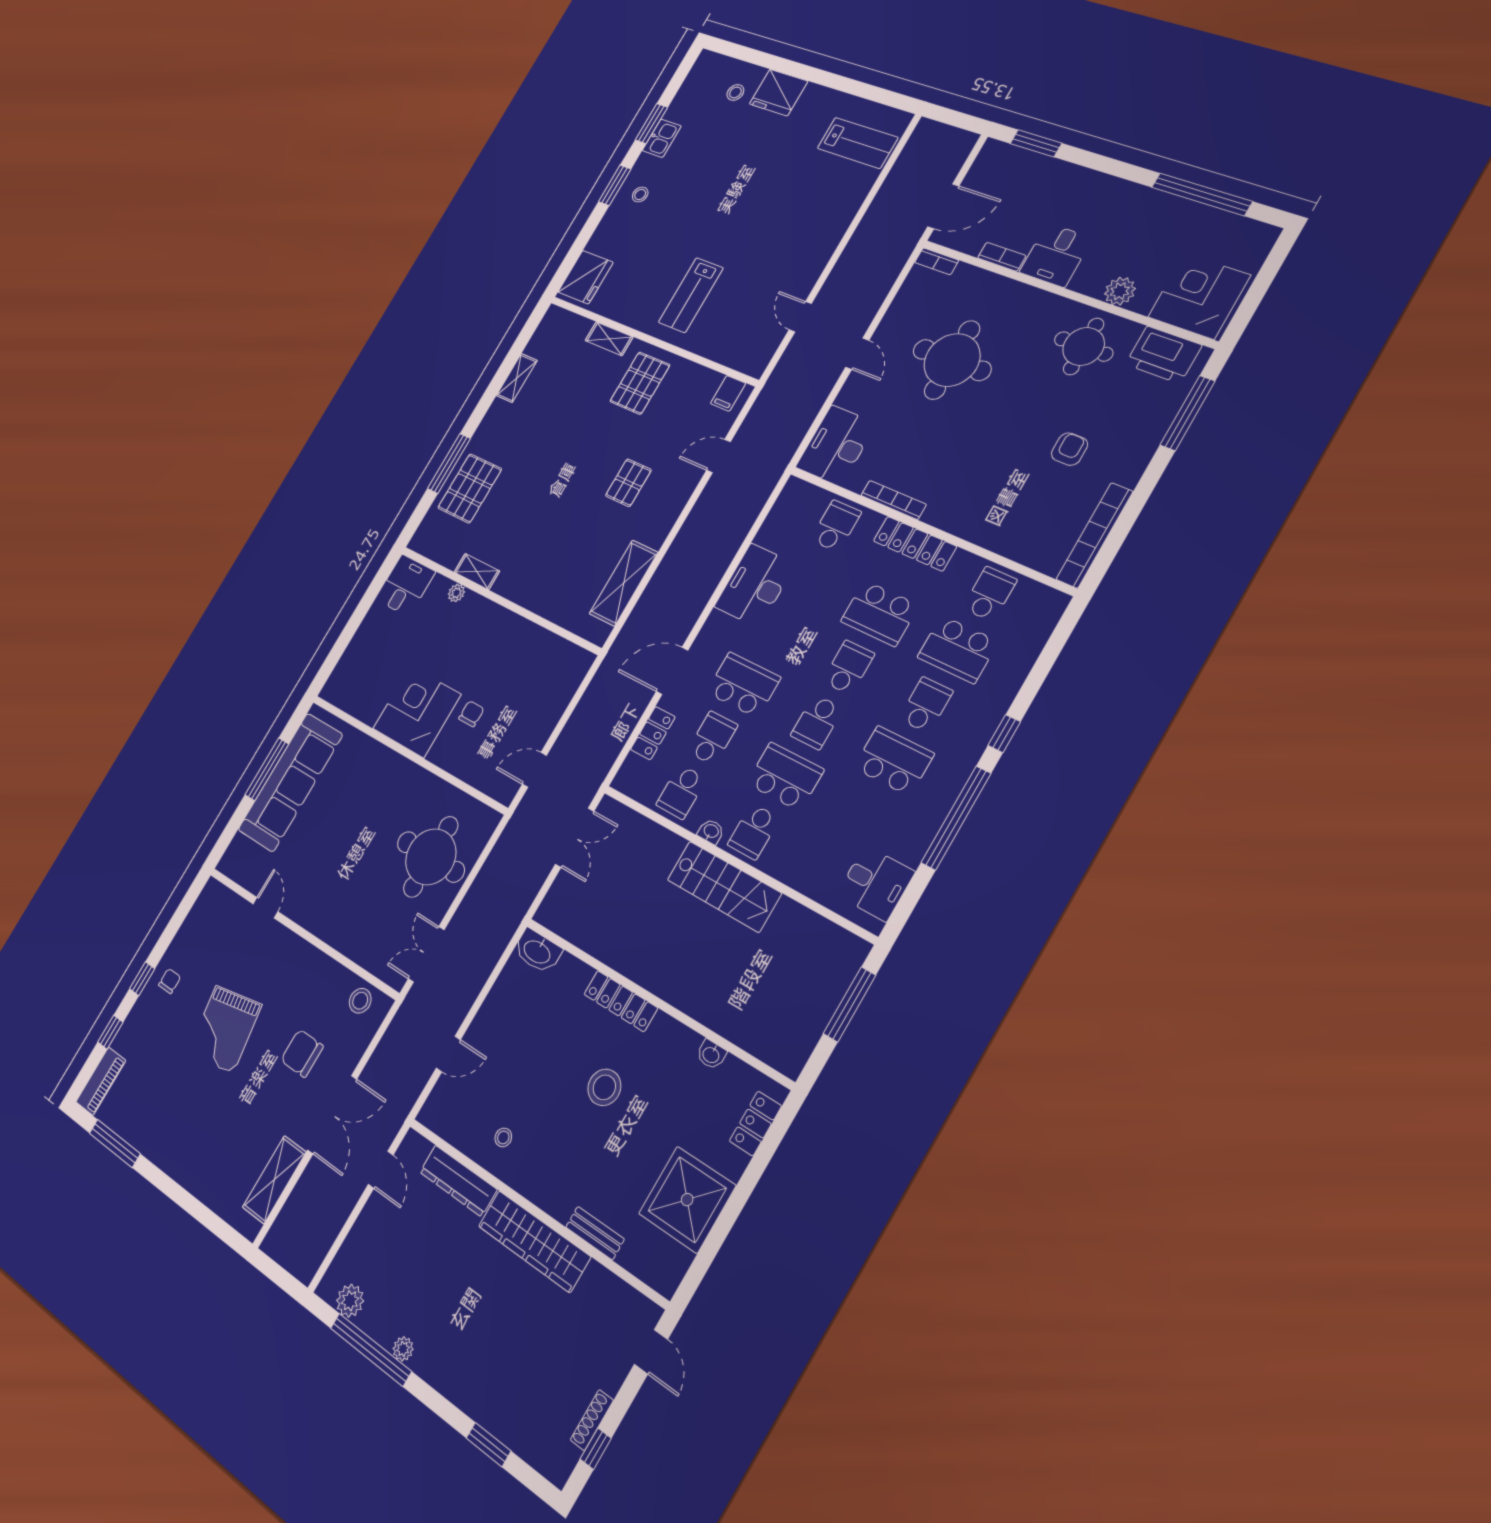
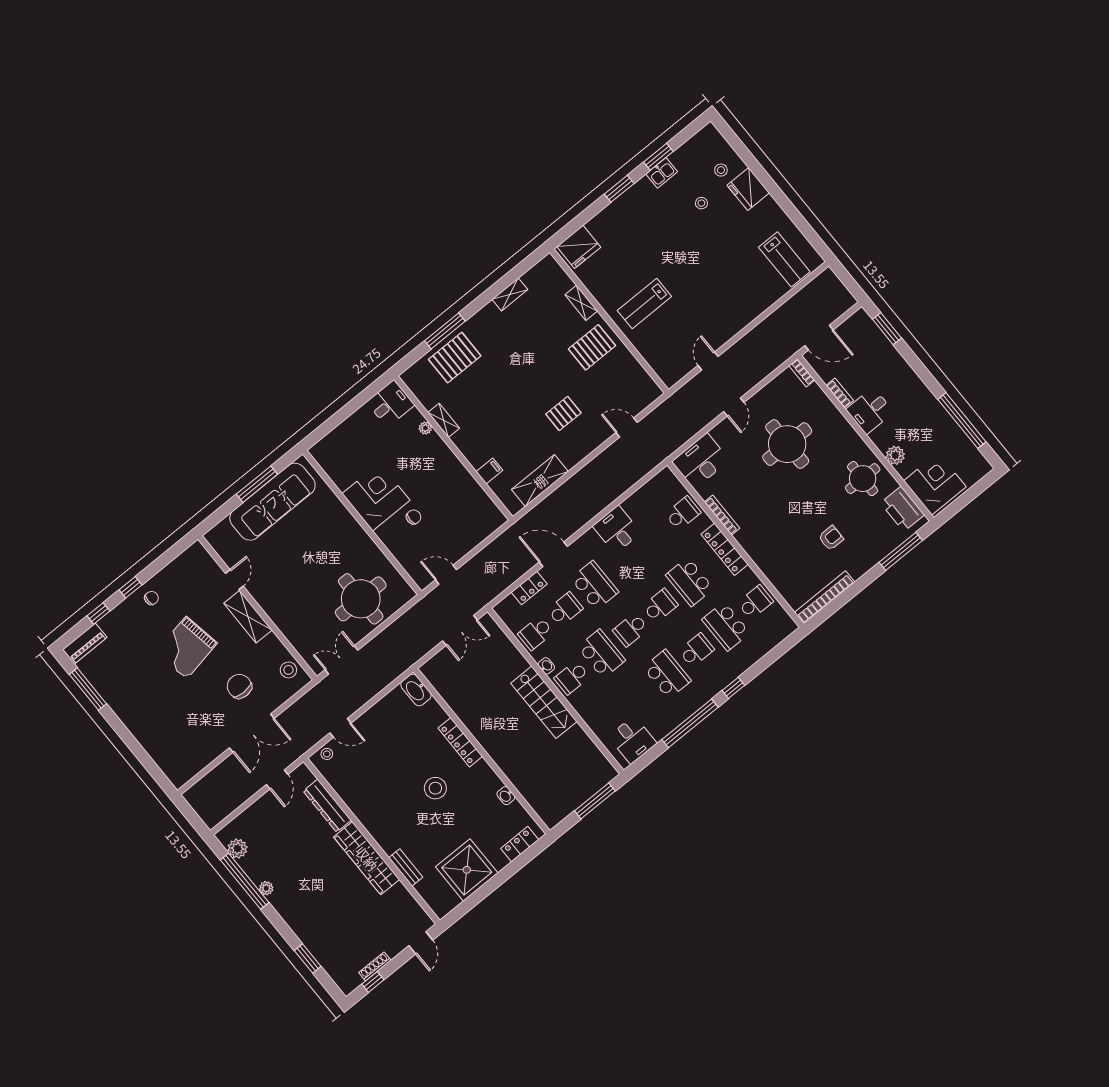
stool: (640, 194) -> (701, 203), moved
filing cabinet: (728, 393) -> (489, 471), moved, turned 180
desk: (755, 585) -> (617, 529), width x0.73
stool: (503, 1137) -> (327, 754), moved
shelving: (274, 1180) -> (248, 617), moved, turned 90

